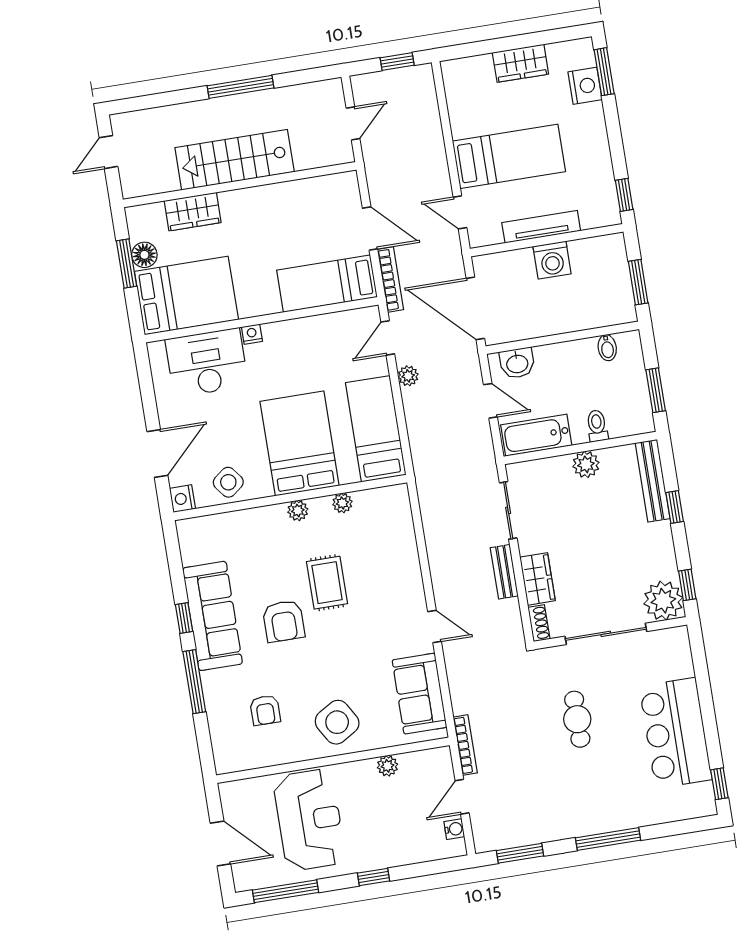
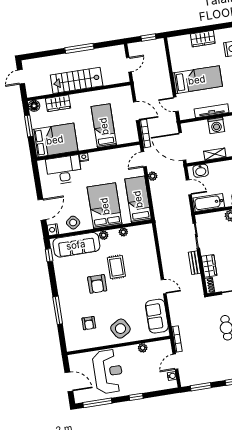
floor lamp: (144, 255) -> (34, 106), moved
bed: (327, 284) -> (104, 126), moved, turned 90
shelving: (549, 325) -> (215, 154), added
sofa: (212, 616) -> (76, 245), moved, turned 90
window: (184, 618) -> (49, 255), moved

